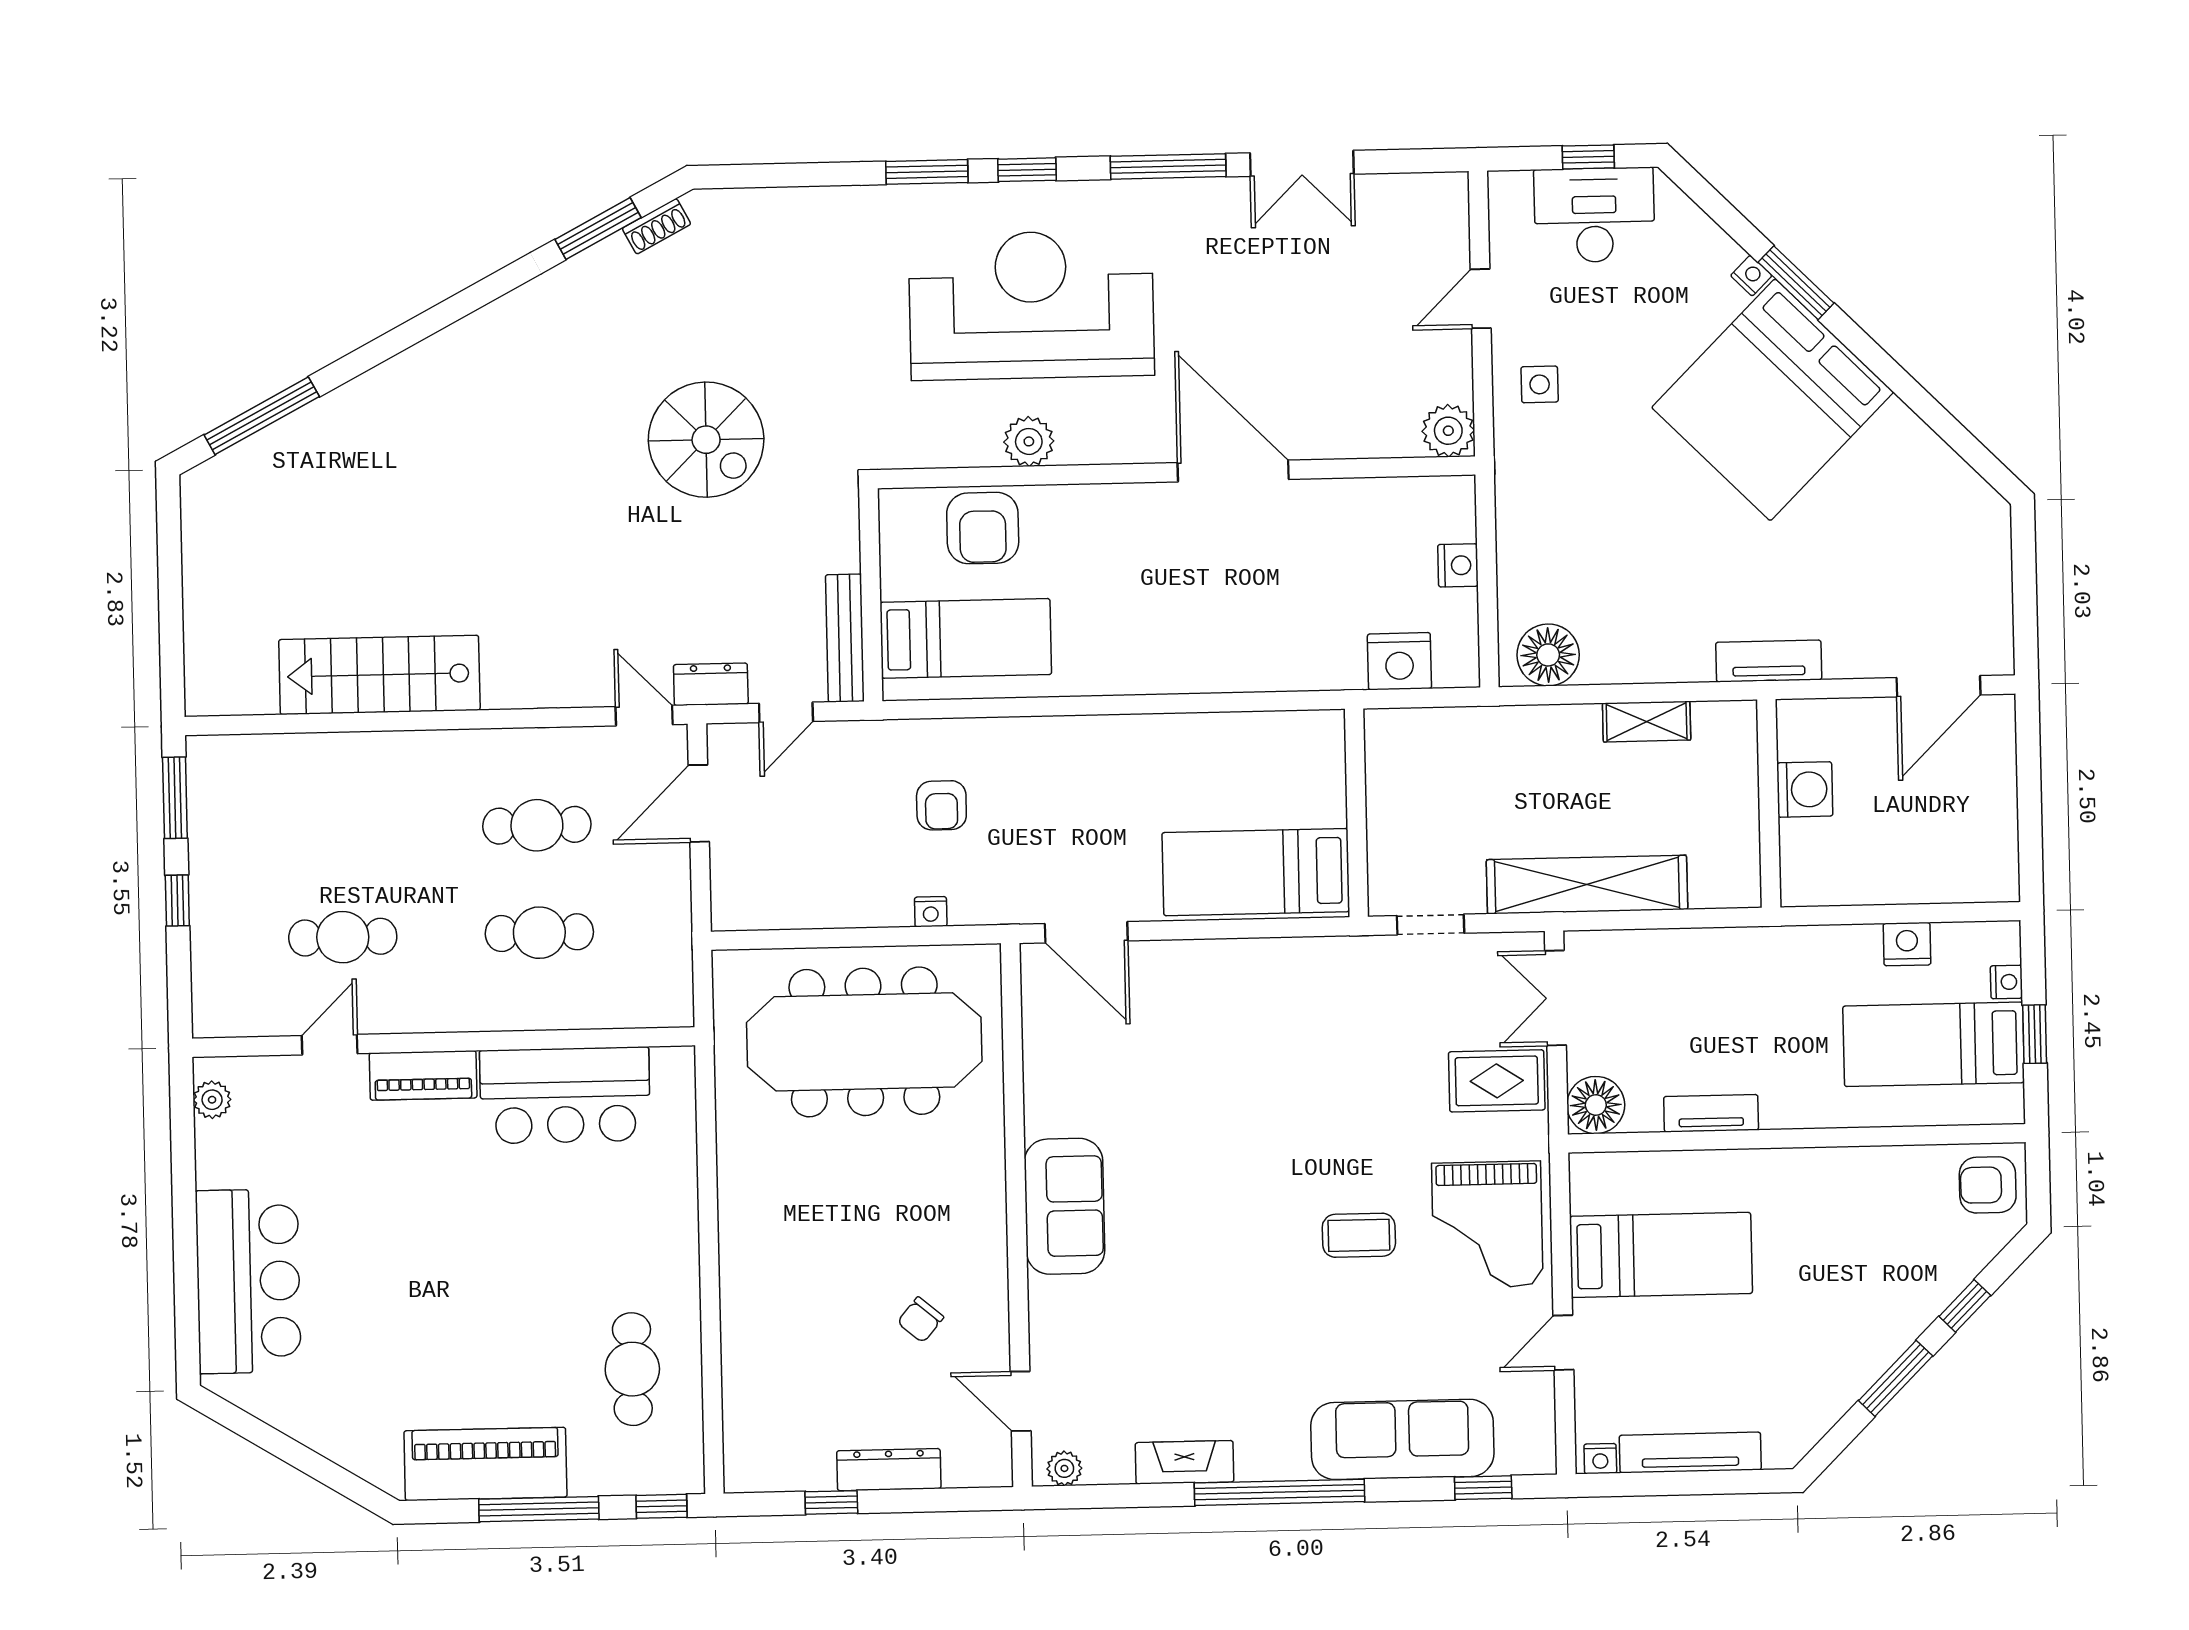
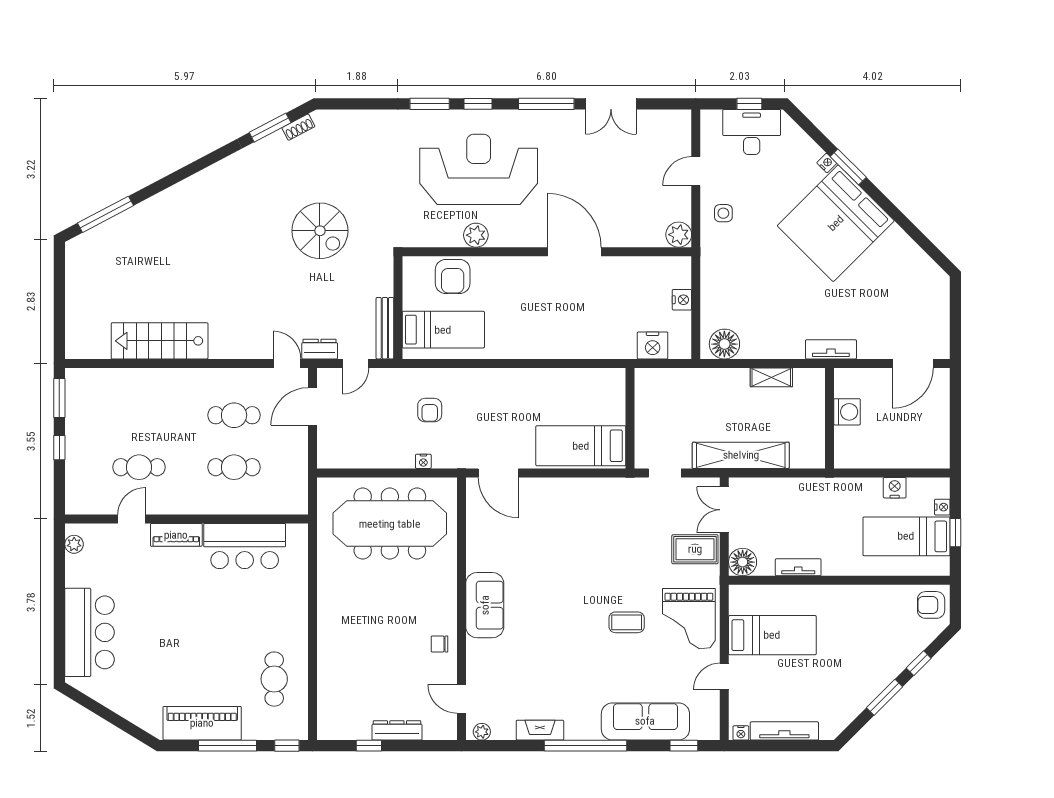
chair: (920, 1320) -> (440, 644), moved, turned 50

